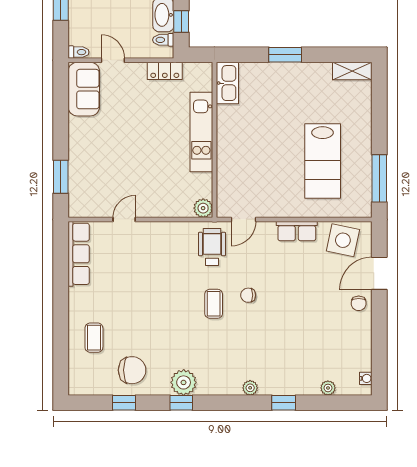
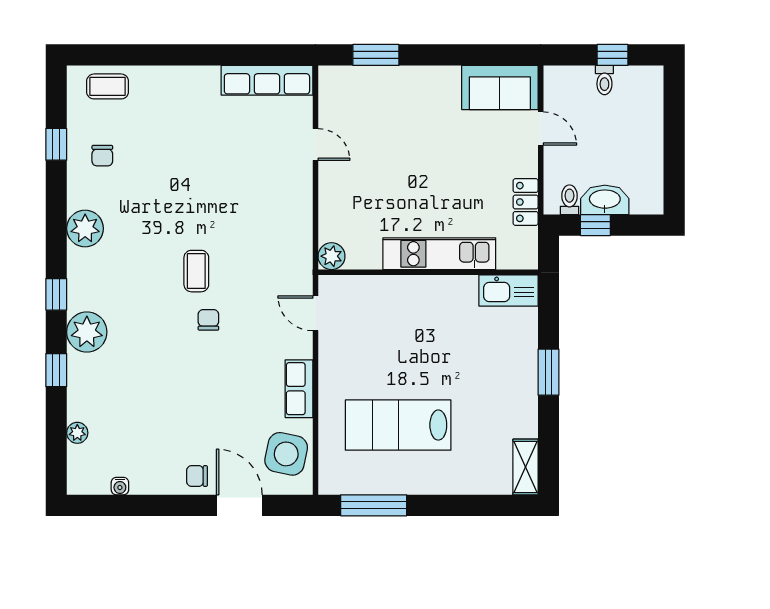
toilet: (79, 52) -> (604, 80), moved
door: (113, 60) -> (541, 129), hinge flipped
wheelchair: (212, 247) -> (277, 269), removed
coffee table: (214, 304) -> (196, 271), turned 90
coffee table: (94, 338) -> (108, 86), moved
chair: (132, 370) -> (102, 156), width x0.54, depth x0.54
water cooler: (366, 378) -> (120, 486), moved
plant: (250, 388) -> (87, 332), width x1.87, depth x1.87
window: (181, 403) -> (56, 294), moved

